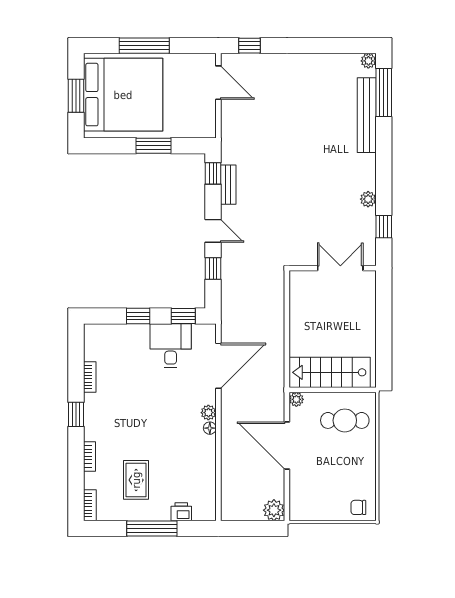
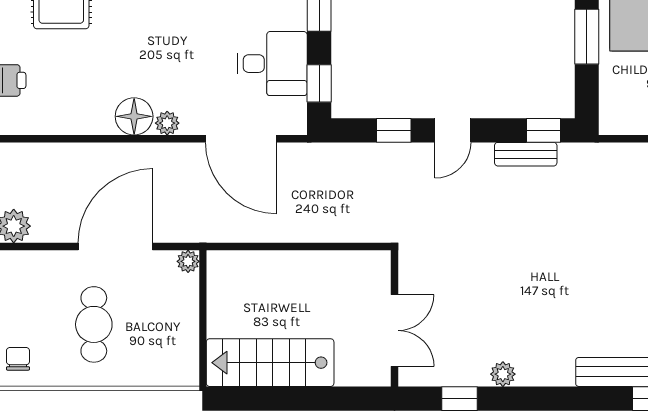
stairs: (330, 372) -> (270, 363), moved, turned -90
cafe table: (345, 420) -> (94, 324), moved
floor lamp: (210, 428) -> (134, 116), width x1.89, depth x1.89

